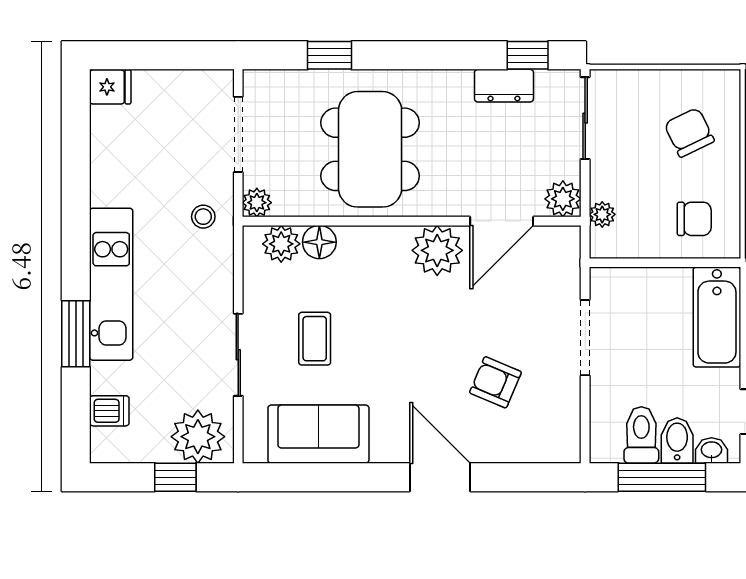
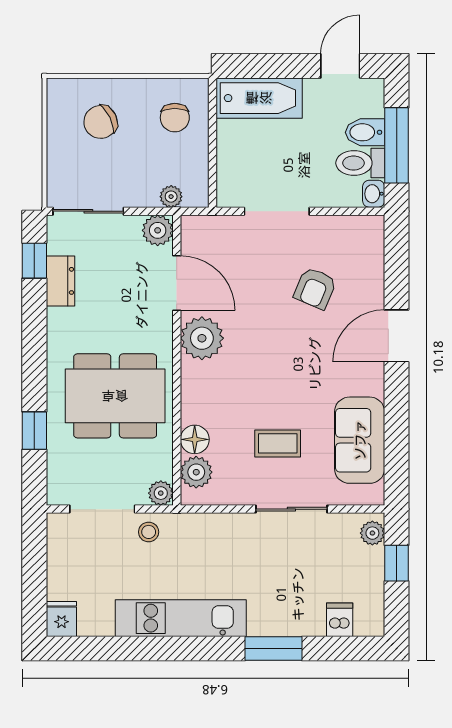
stool: (203, 217) -> (149, 532), moved
chair: (694, 219) -> (175, 118), turned 180
kitchen unit: (111, 284) -> (181, 618), moved
plant: (198, 437) -> (372, 533), width x0.53, depth x0.53
washbasin: (711, 451) -> (374, 194), moved

